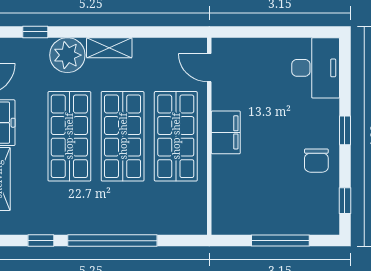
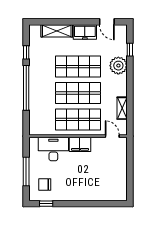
shelving: (109, 48) -> (122, 108), moved
door: (209, 68) -> (112, 136), hinge flipped
desk: (316, 68) -> (53, 149), moved, turned 180
window: (345, 130) -> (81, 204), removed
chair: (316, 161) -> (45, 185), moved

